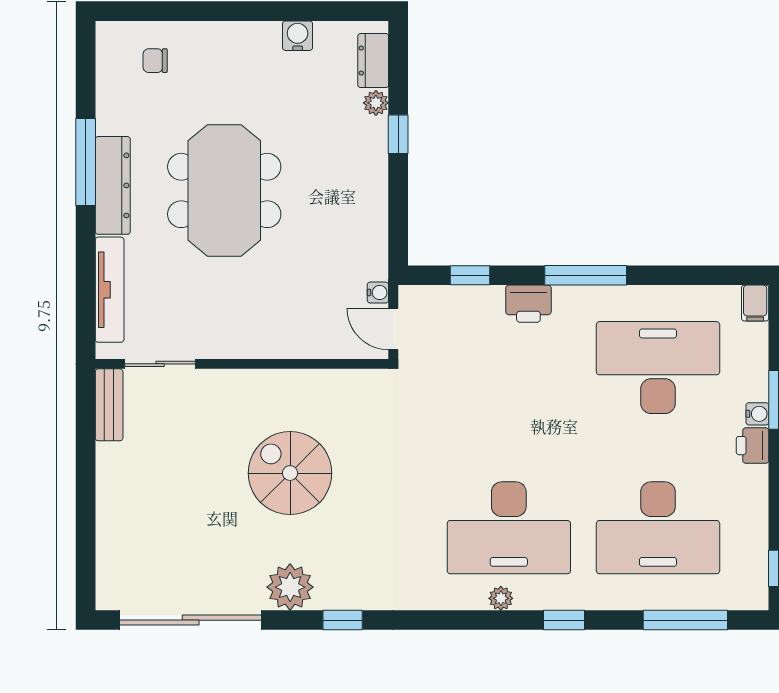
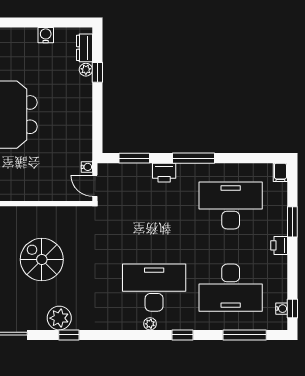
window: (398, 134) -> (97, 72), moved
window: (470, 275) -> (134, 158), width x1.50
water cooler: (757, 414) -> (282, 309), moved
desk: (509, 528) -> (154, 288), turned 180
plant: (290, 587) -> (59, 318), moved

